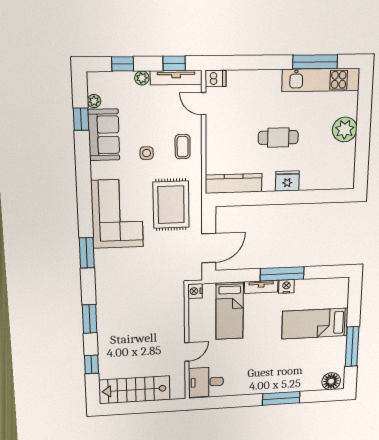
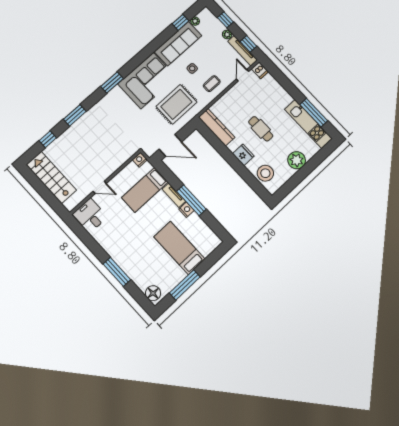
sofa: (104, 135) -> (178, 44), width x1.36
stool: (326, 175) -> (265, 173), added

